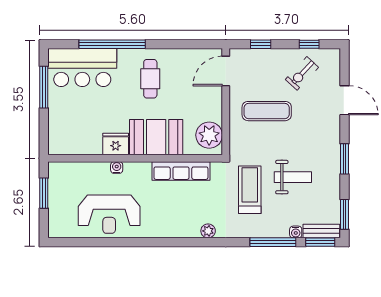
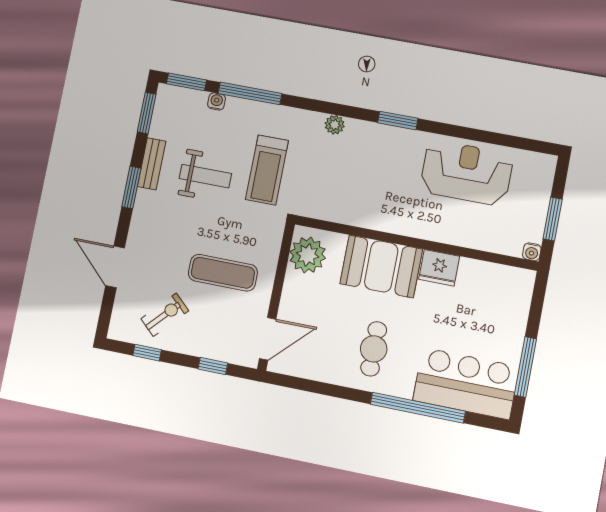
water cooler: (117, 167) -> (532, 252), moved
row of seats: (181, 171) -> (356, 213), removed
weight bench: (293, 177) -> (205, 176), turned 180
bench: (321, 231) -> (152, 164), moved, turned 90
window: (164, 242) -> (398, 121), added

